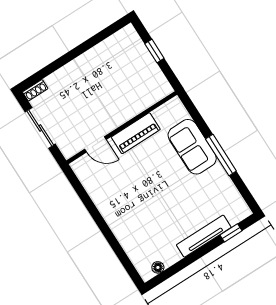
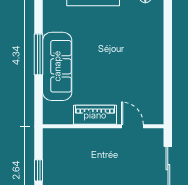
sofa: (192, 147) -> (57, 66), width x1.36

